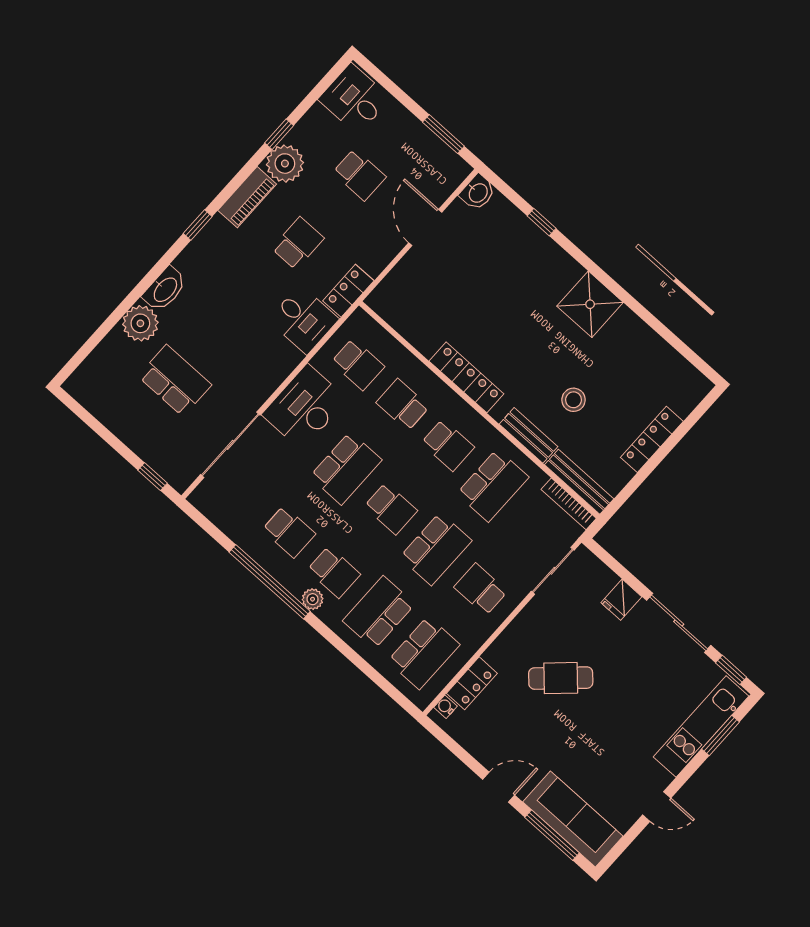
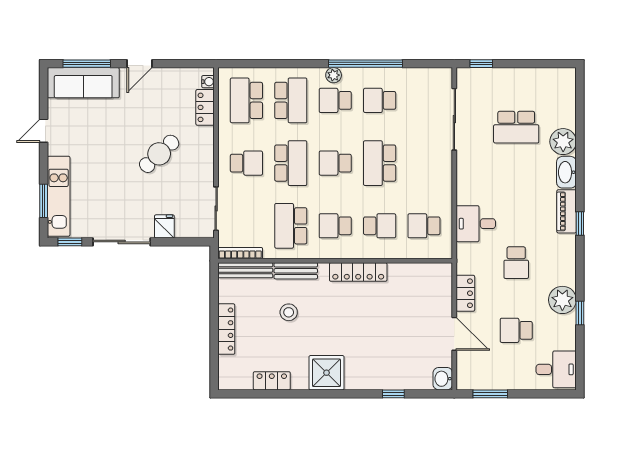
piano: (247, 197) -> (567, 211), moved
locker: (348, 291) -> (465, 293), moved
locker: (653, 346) -> (272, 381), added
desk: (305, 407) -> (432, 176), removed
school desk: (436, 549) -> (291, 163), turned 180

